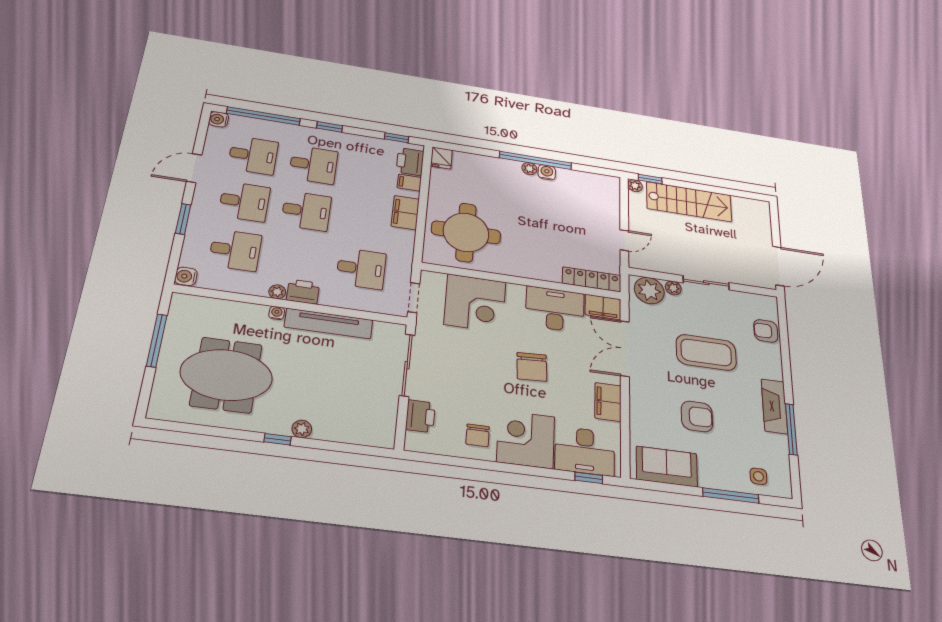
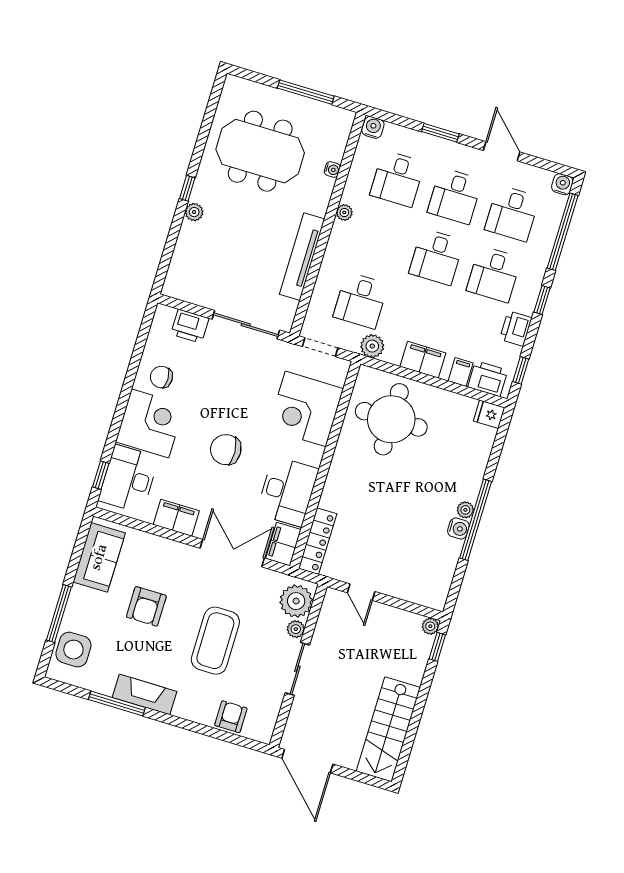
stairs: (689, 202) -> (388, 729), moved
plant: (402, 254) -> (372, 346), added
printer: (303, 292) -> (516, 329), moved, turned 180
water cooler: (277, 313) -> (332, 170), moved
meeting table: (226, 375) -> (260, 151), turned 90
side table: (758, 476) -> (73, 650), width x1.87, depth x1.87

